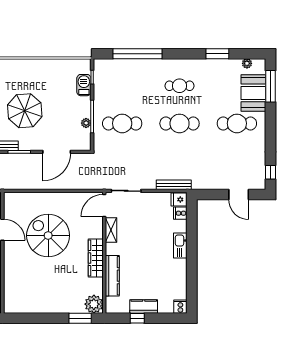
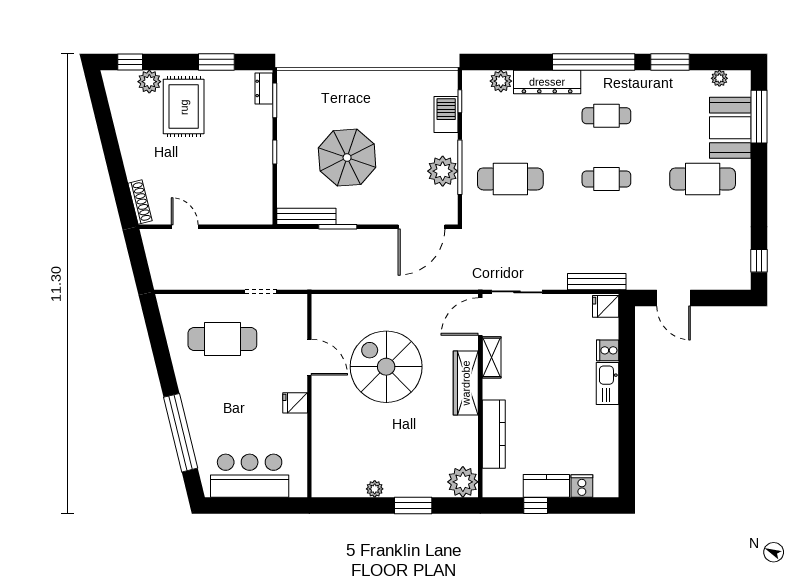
window: (137, 54) -> (594, 62), moved
plant: (117, 65) -> (501, 81), added
dresser: (144, 66) -> (547, 82), added
plant: (86, 123) -> (443, 171), width x1.88, depth x1.88
cafe table: (180, 123) -> (606, 179), width x0.73, depth x0.74
door: (57, 152) -> (421, 227), moved
door: (239, 194) -> (674, 298), moved
cooker: (180, 213) -> (608, 350), moved
wardrobe: (96, 258) -> (466, 383), moved
cooker: (180, 307) -> (582, 486), moved
plant: (41, 308) -> (375, 489), added
window: (80, 318) -> (413, 505), moved

